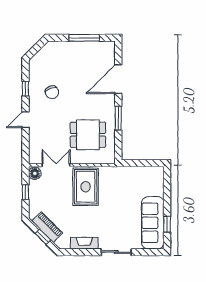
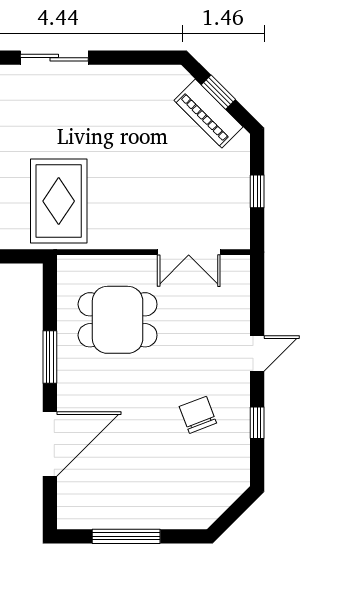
floor lamp: (35, 173) -> (236, 234), removed
rug: (86, 187) -> (59, 201), moved
fireplace: (84, 243) -> (126, 78), removed

